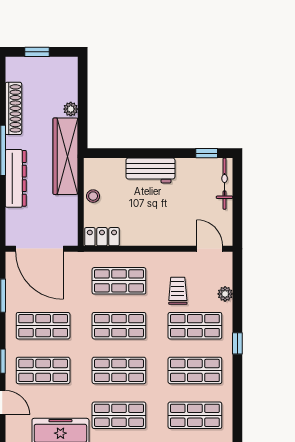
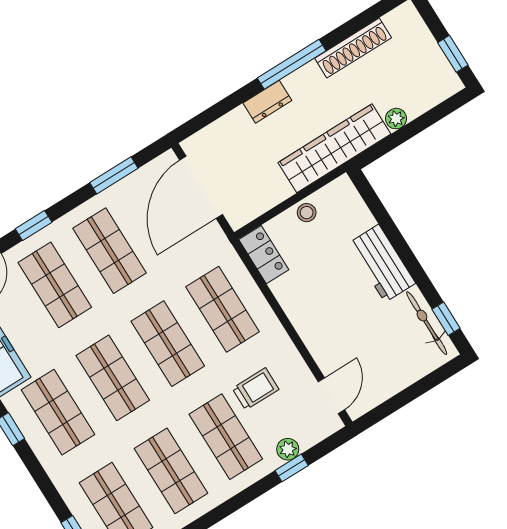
window: (37, 52) -> (453, 54), moved
dresser: (16, 178) -> (267, 102), width x0.51, depth x0.80
bicycle: (225, 184) -> (427, 323), moved, turned -90
window: (237, 343) -> (292, 468), moved

